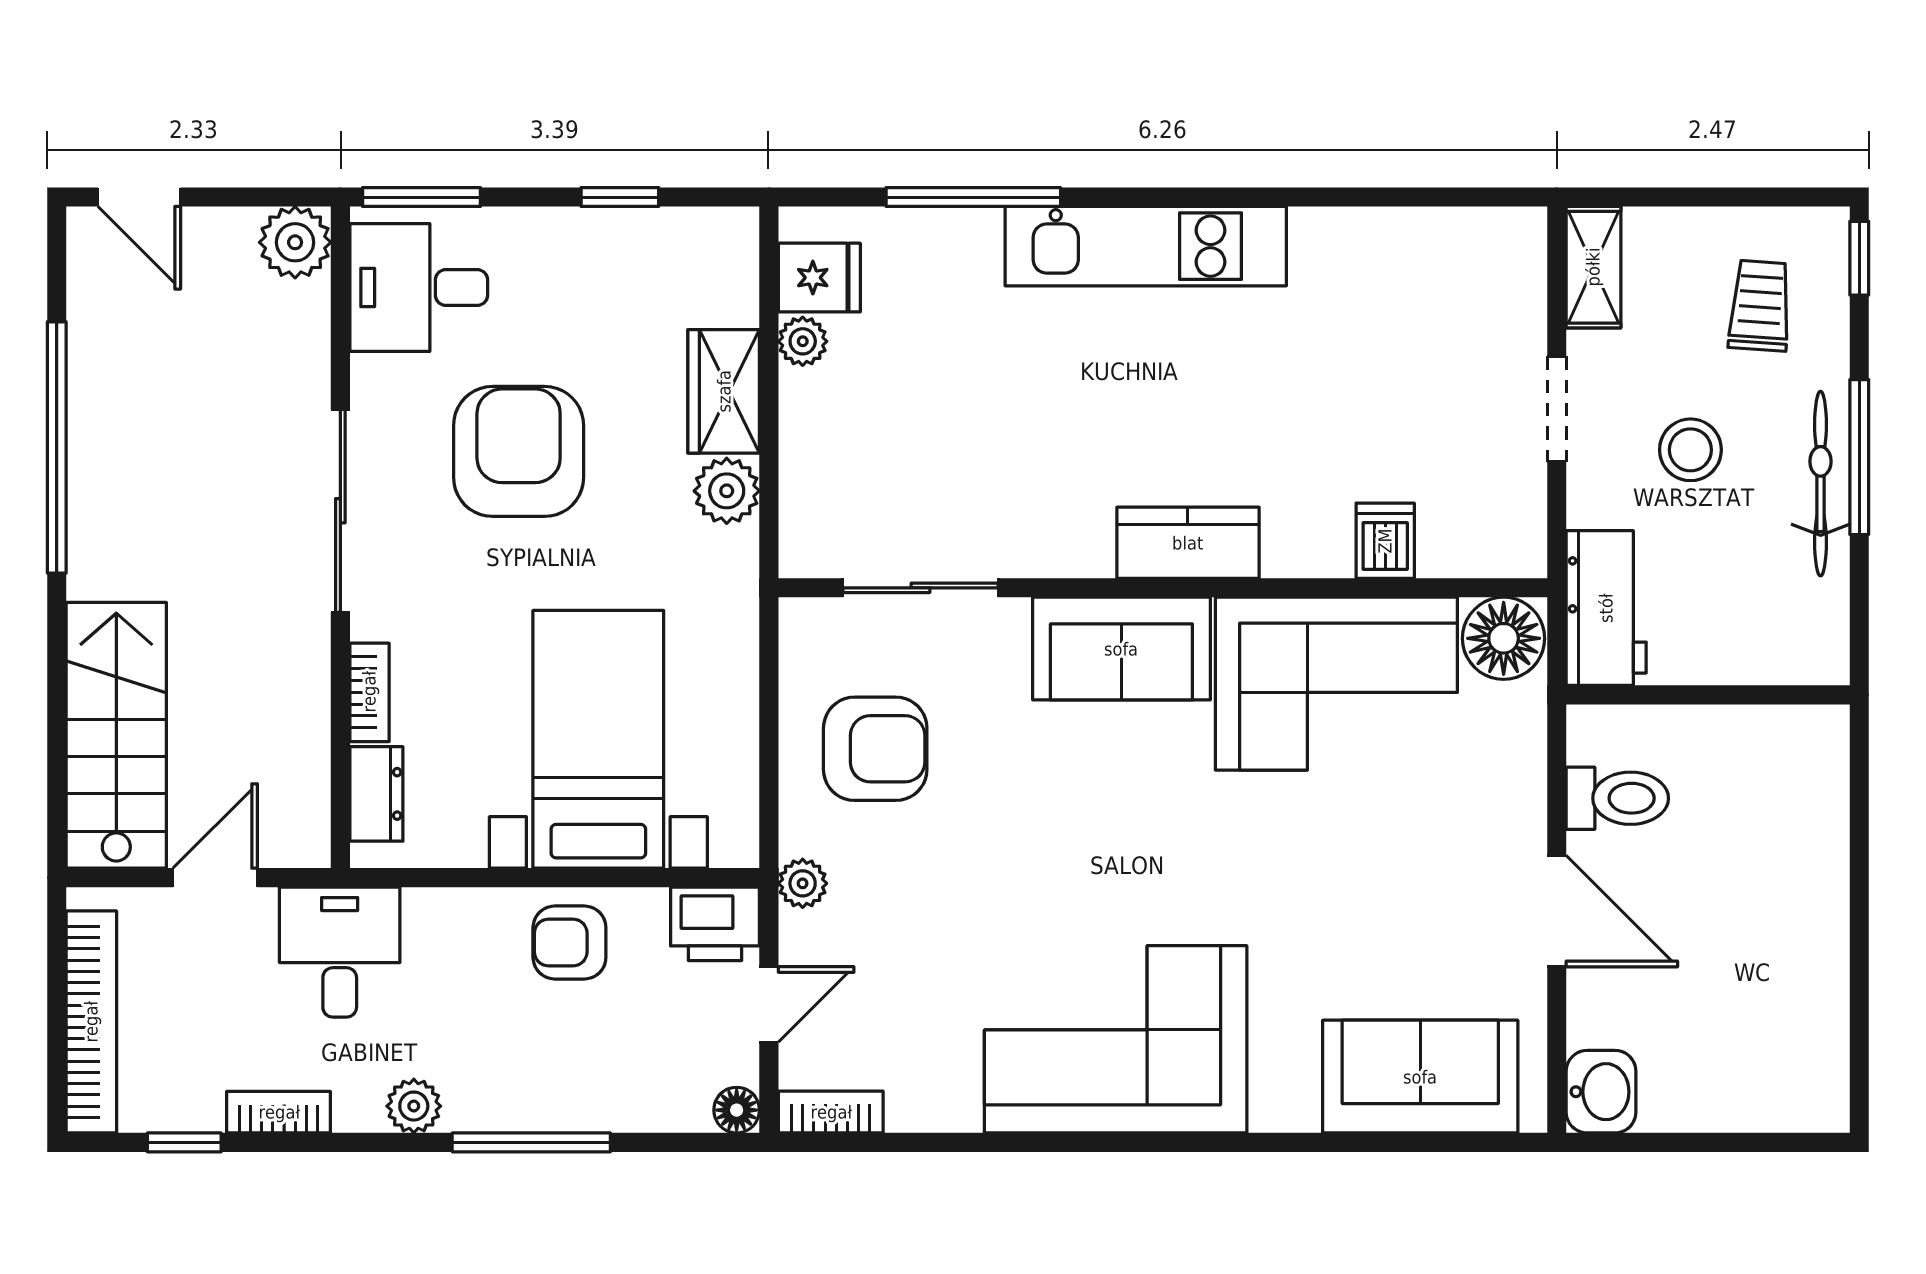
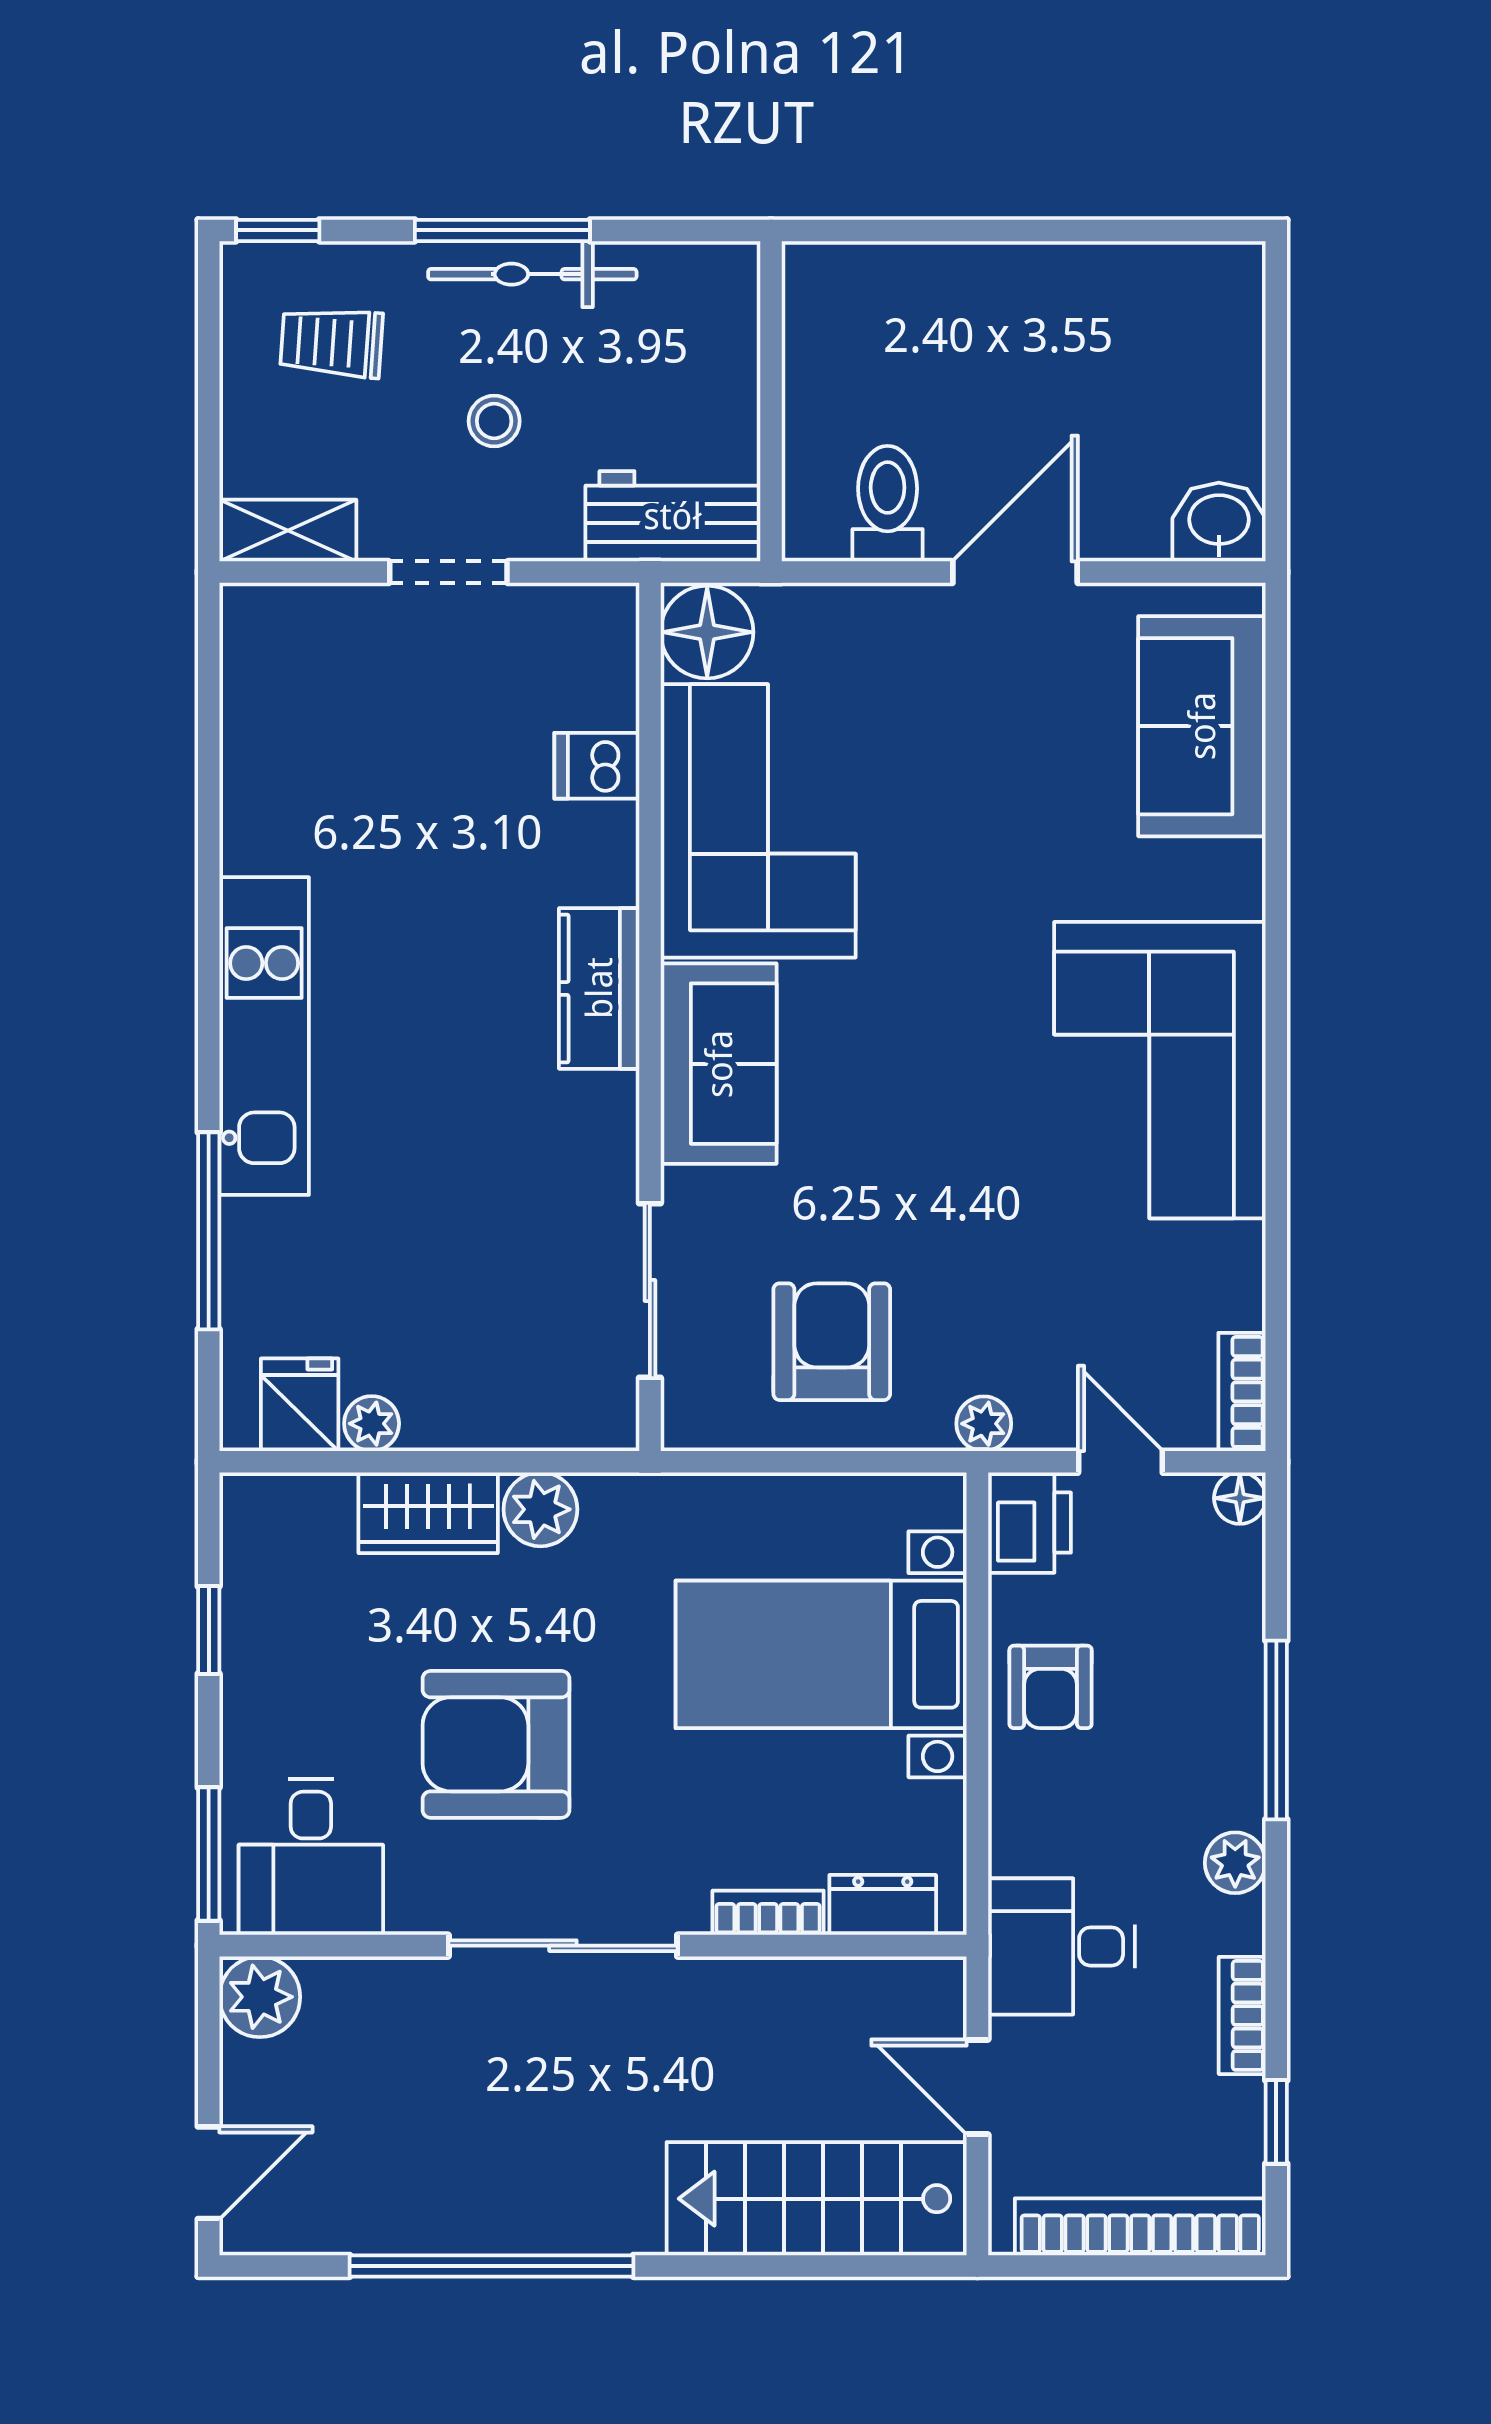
stool: (1690, 450) -> (494, 421), width x0.73, depth x0.73

